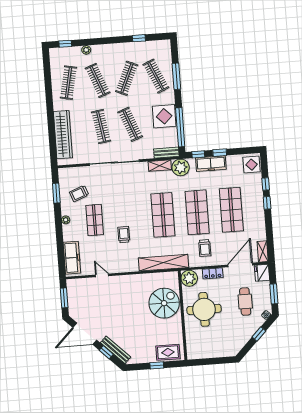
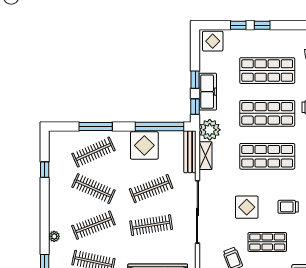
bench: (166, 153) -> (190, 152), width x1.36
display table: (121, 202) -> (247, 207), added

